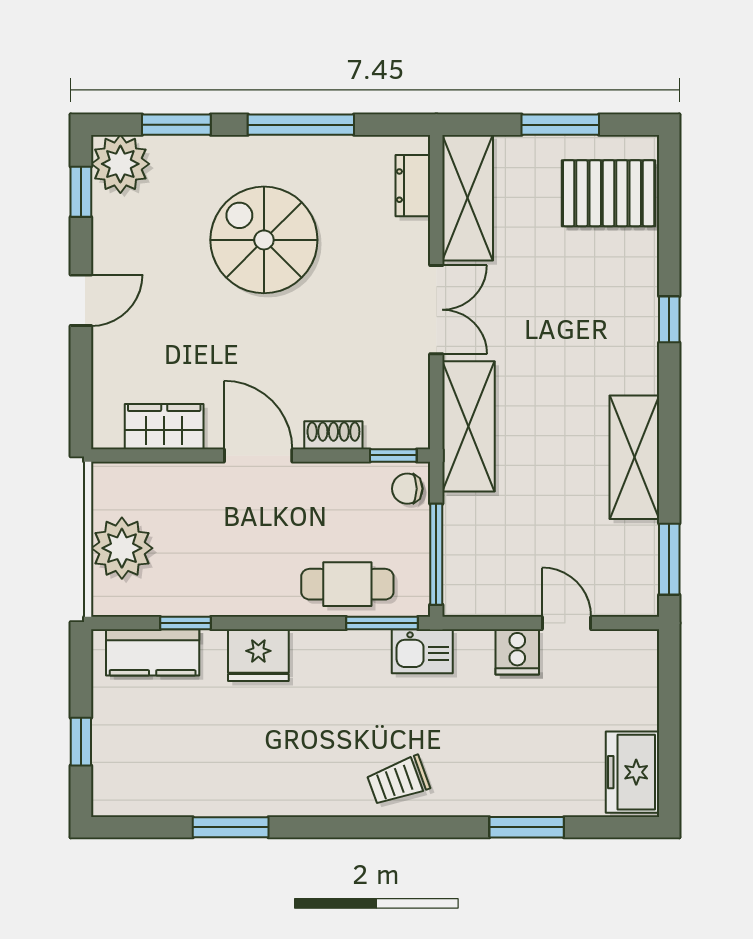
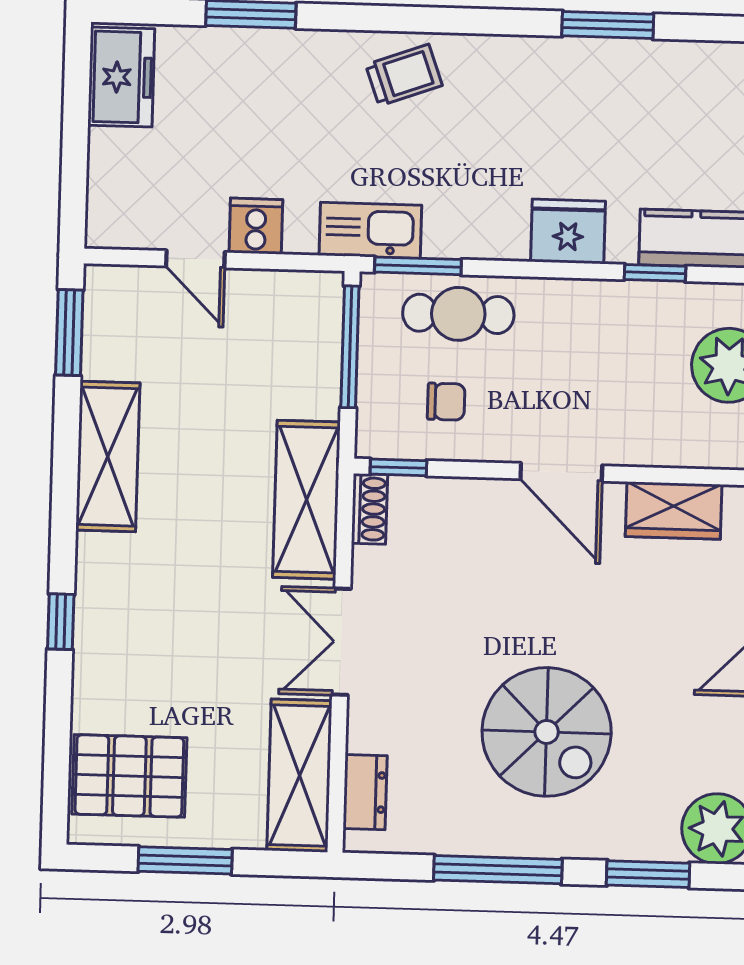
shoe rack: (333, 435) -> (370, 509), moved, turned -90
chair: (407, 489) -> (446, 402), moved
kitchen sink: (422, 651) -> (370, 230), width x1.38

